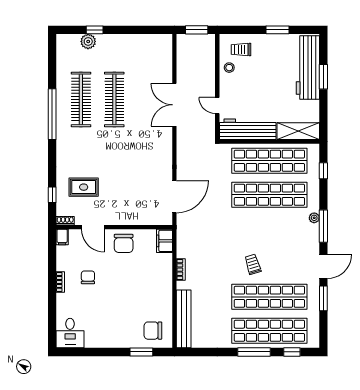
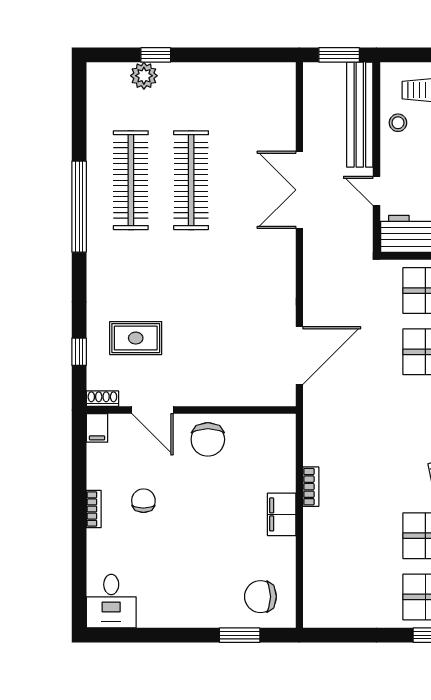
filing cabinet: (165, 241) -> (282, 514), moved
bench: (184, 319) -> (360, 115), moved

